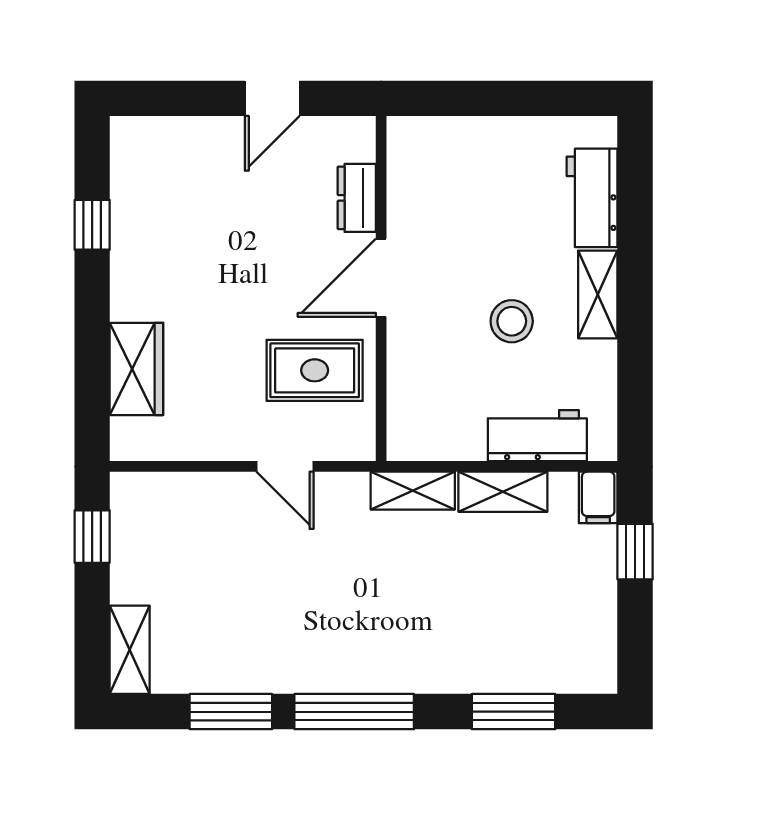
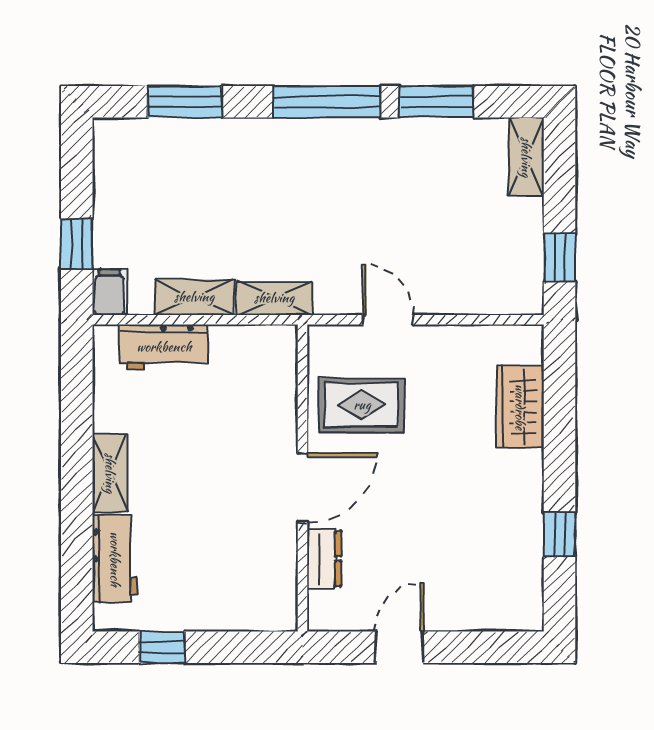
window: (539, 98) -> (162, 647), added
stool: (512, 321) -> (186, 449), removed

